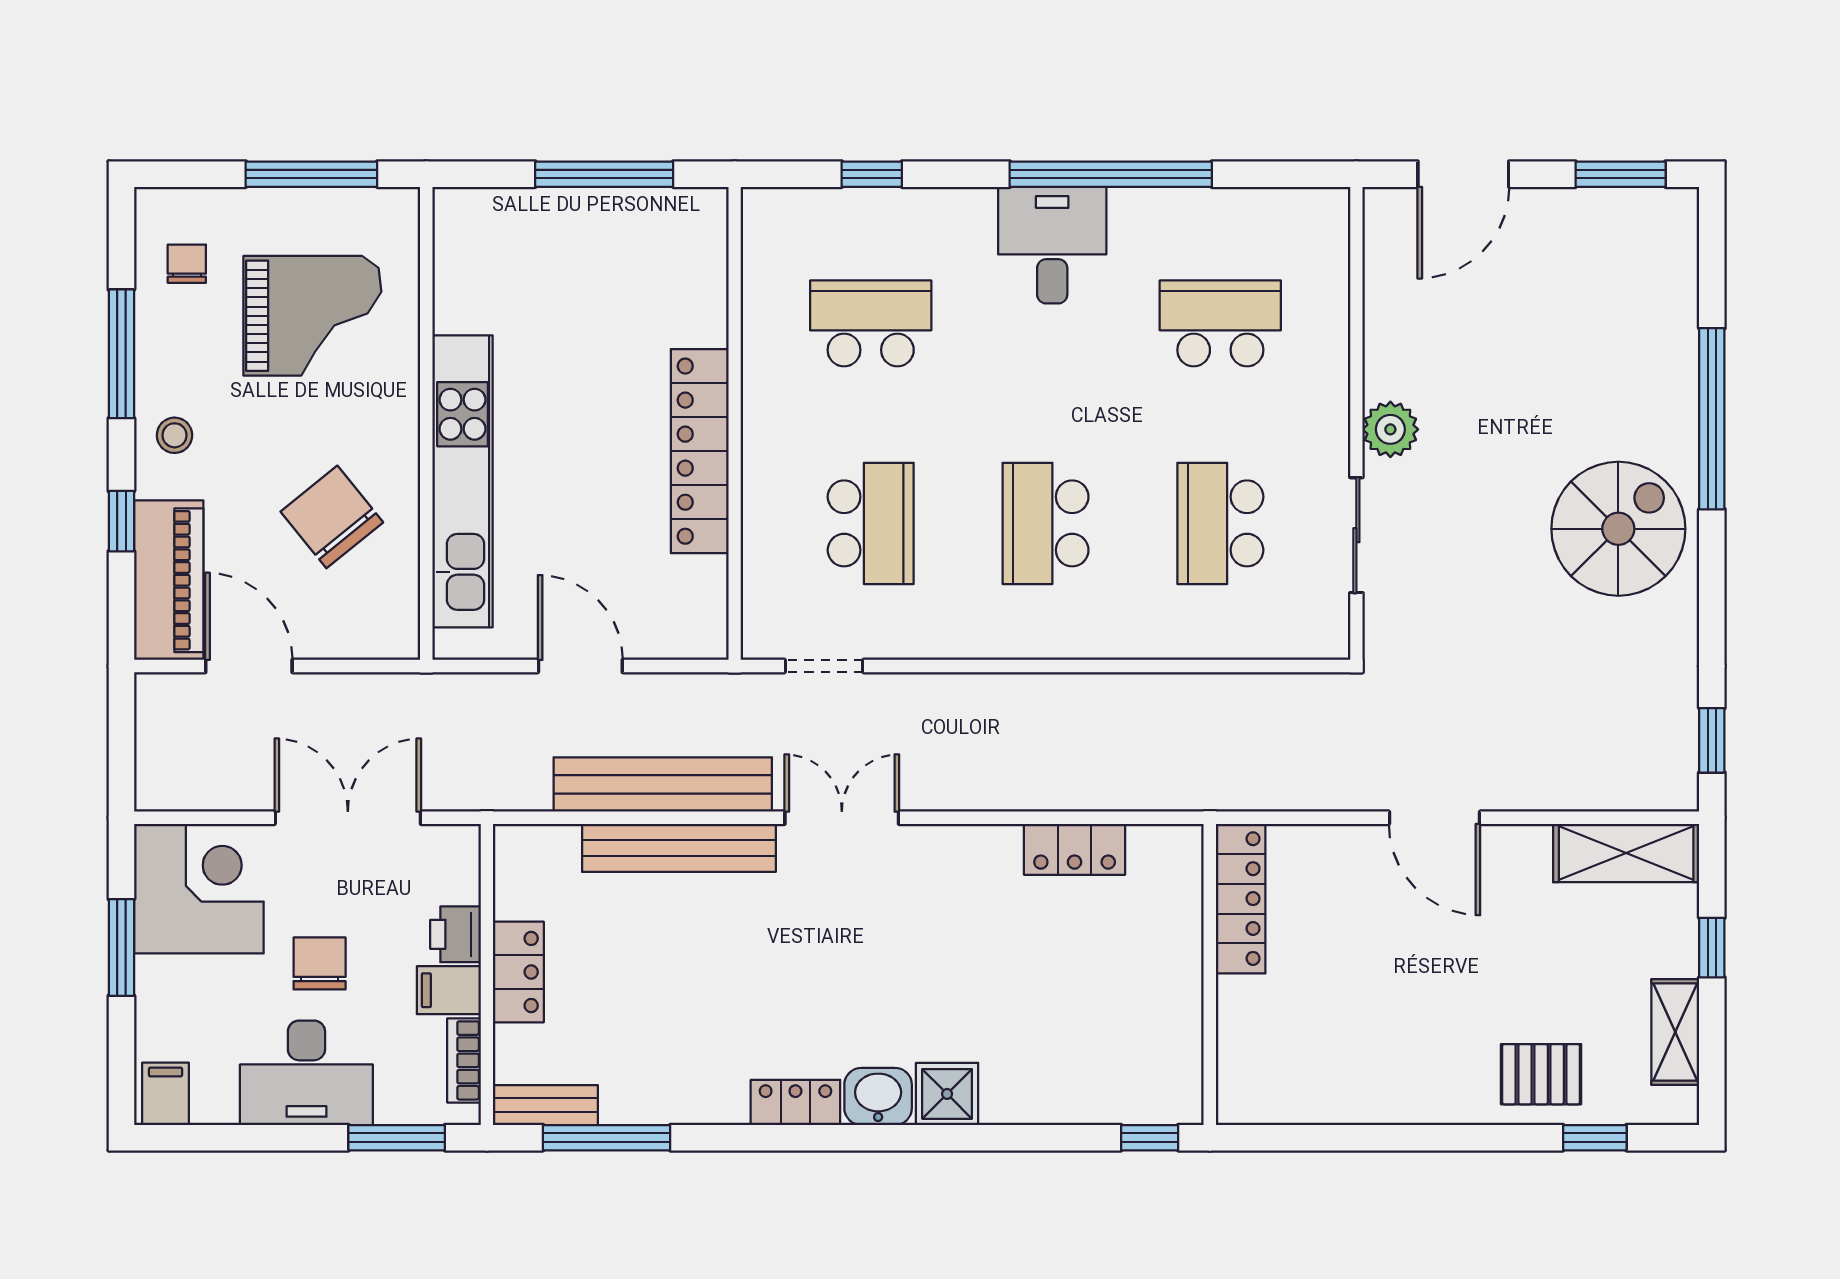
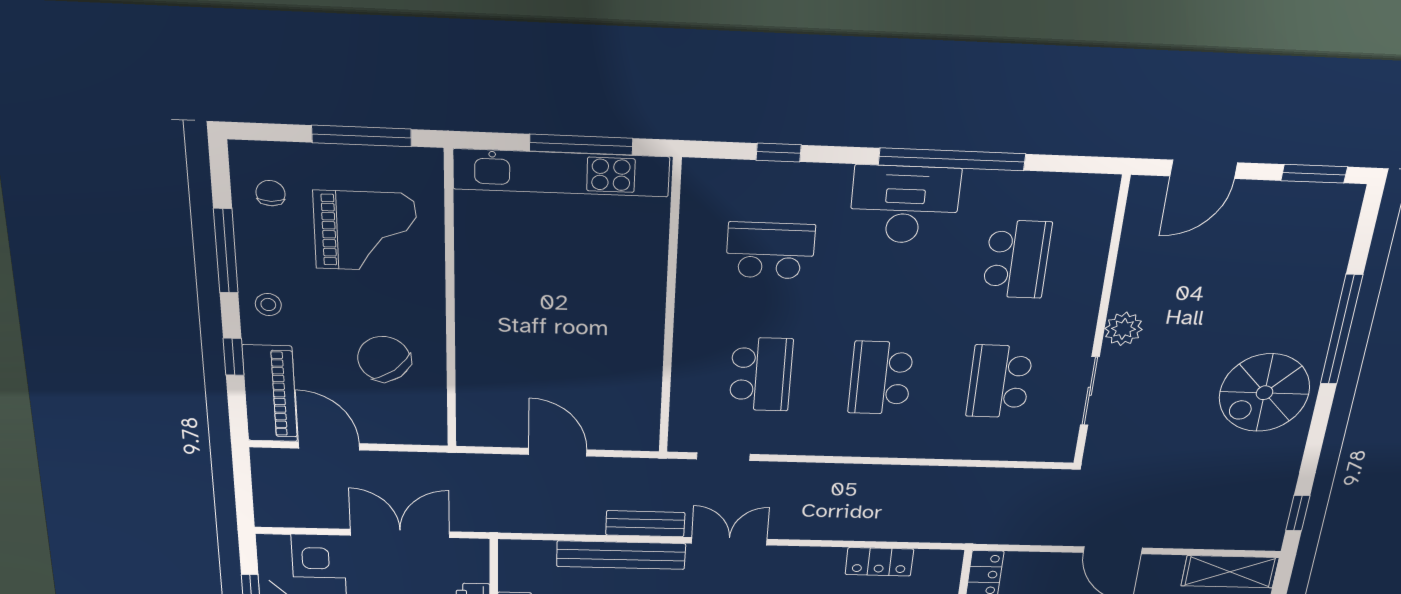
desk: (1052, 245) -> (905, 205), width x1.37
school desk: (1220, 323) -> (1017, 259), turned 90
locker: (700, 451) -> (644, 327), removed
kitchen unit: (462, 481) -> (561, 173), moved, turned 90
spiral stairs: (1618, 529) -> (1264, 393), turned 180
bench: (663, 784) -> (645, 524), width x0.54, depth x0.82

